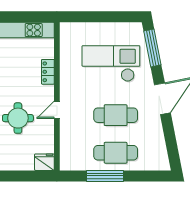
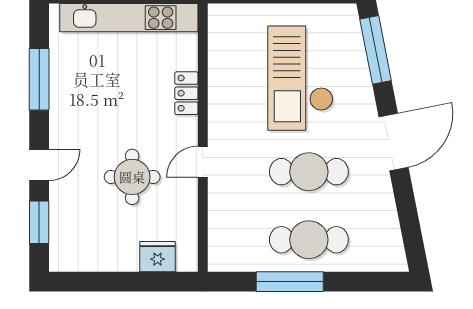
checkout: (111, 63) -> (300, 78), turned -90
fridge: (44, 162) -> (158, 257), moved

